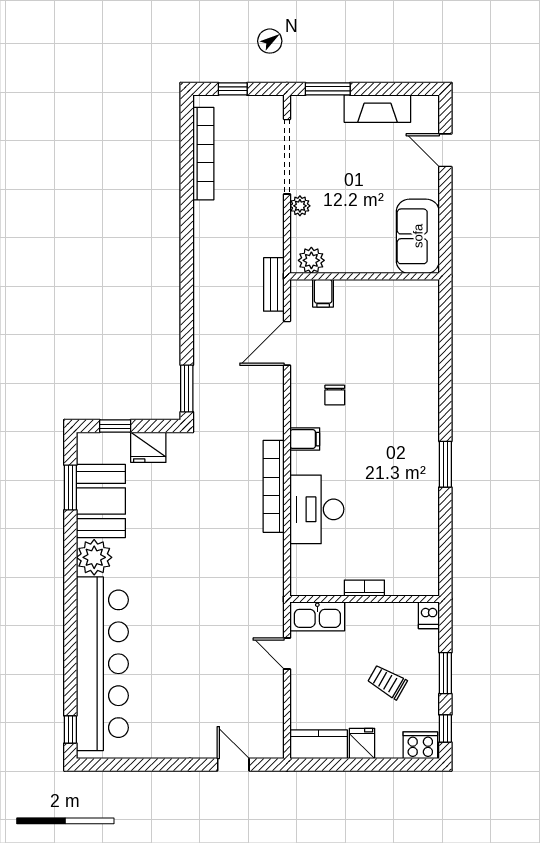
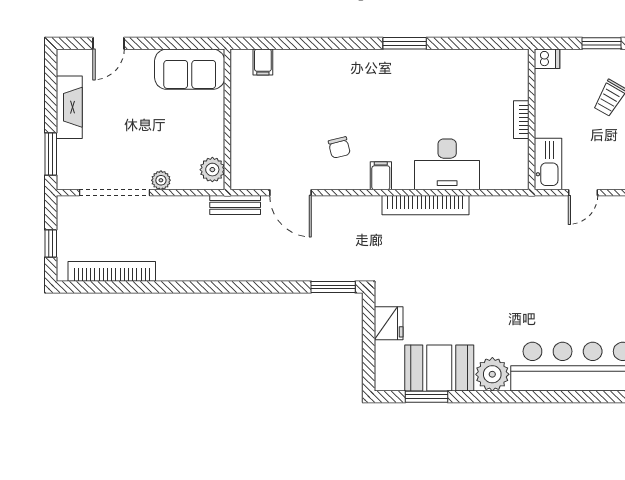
filing cabinet: (323, 293) -> (263, 62), moved, turned 90
chair: (335, 395) -> (339, 147), turned 76
window: (115, 426) -> (369, 355), removed

